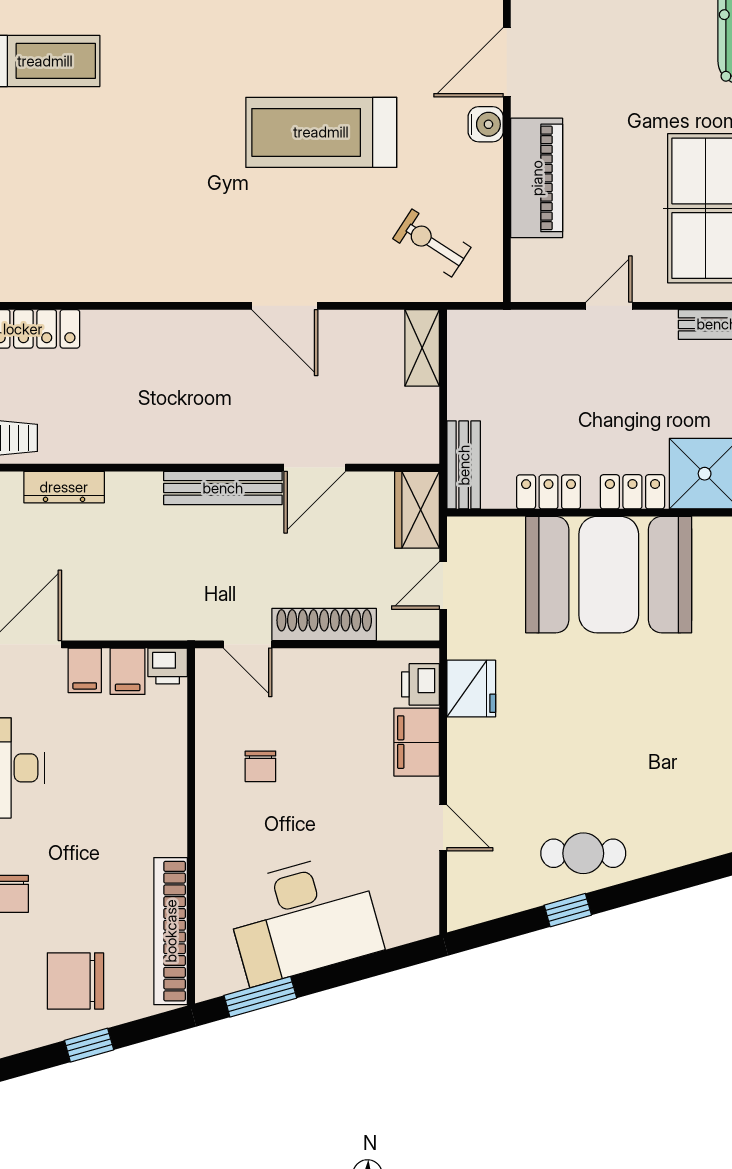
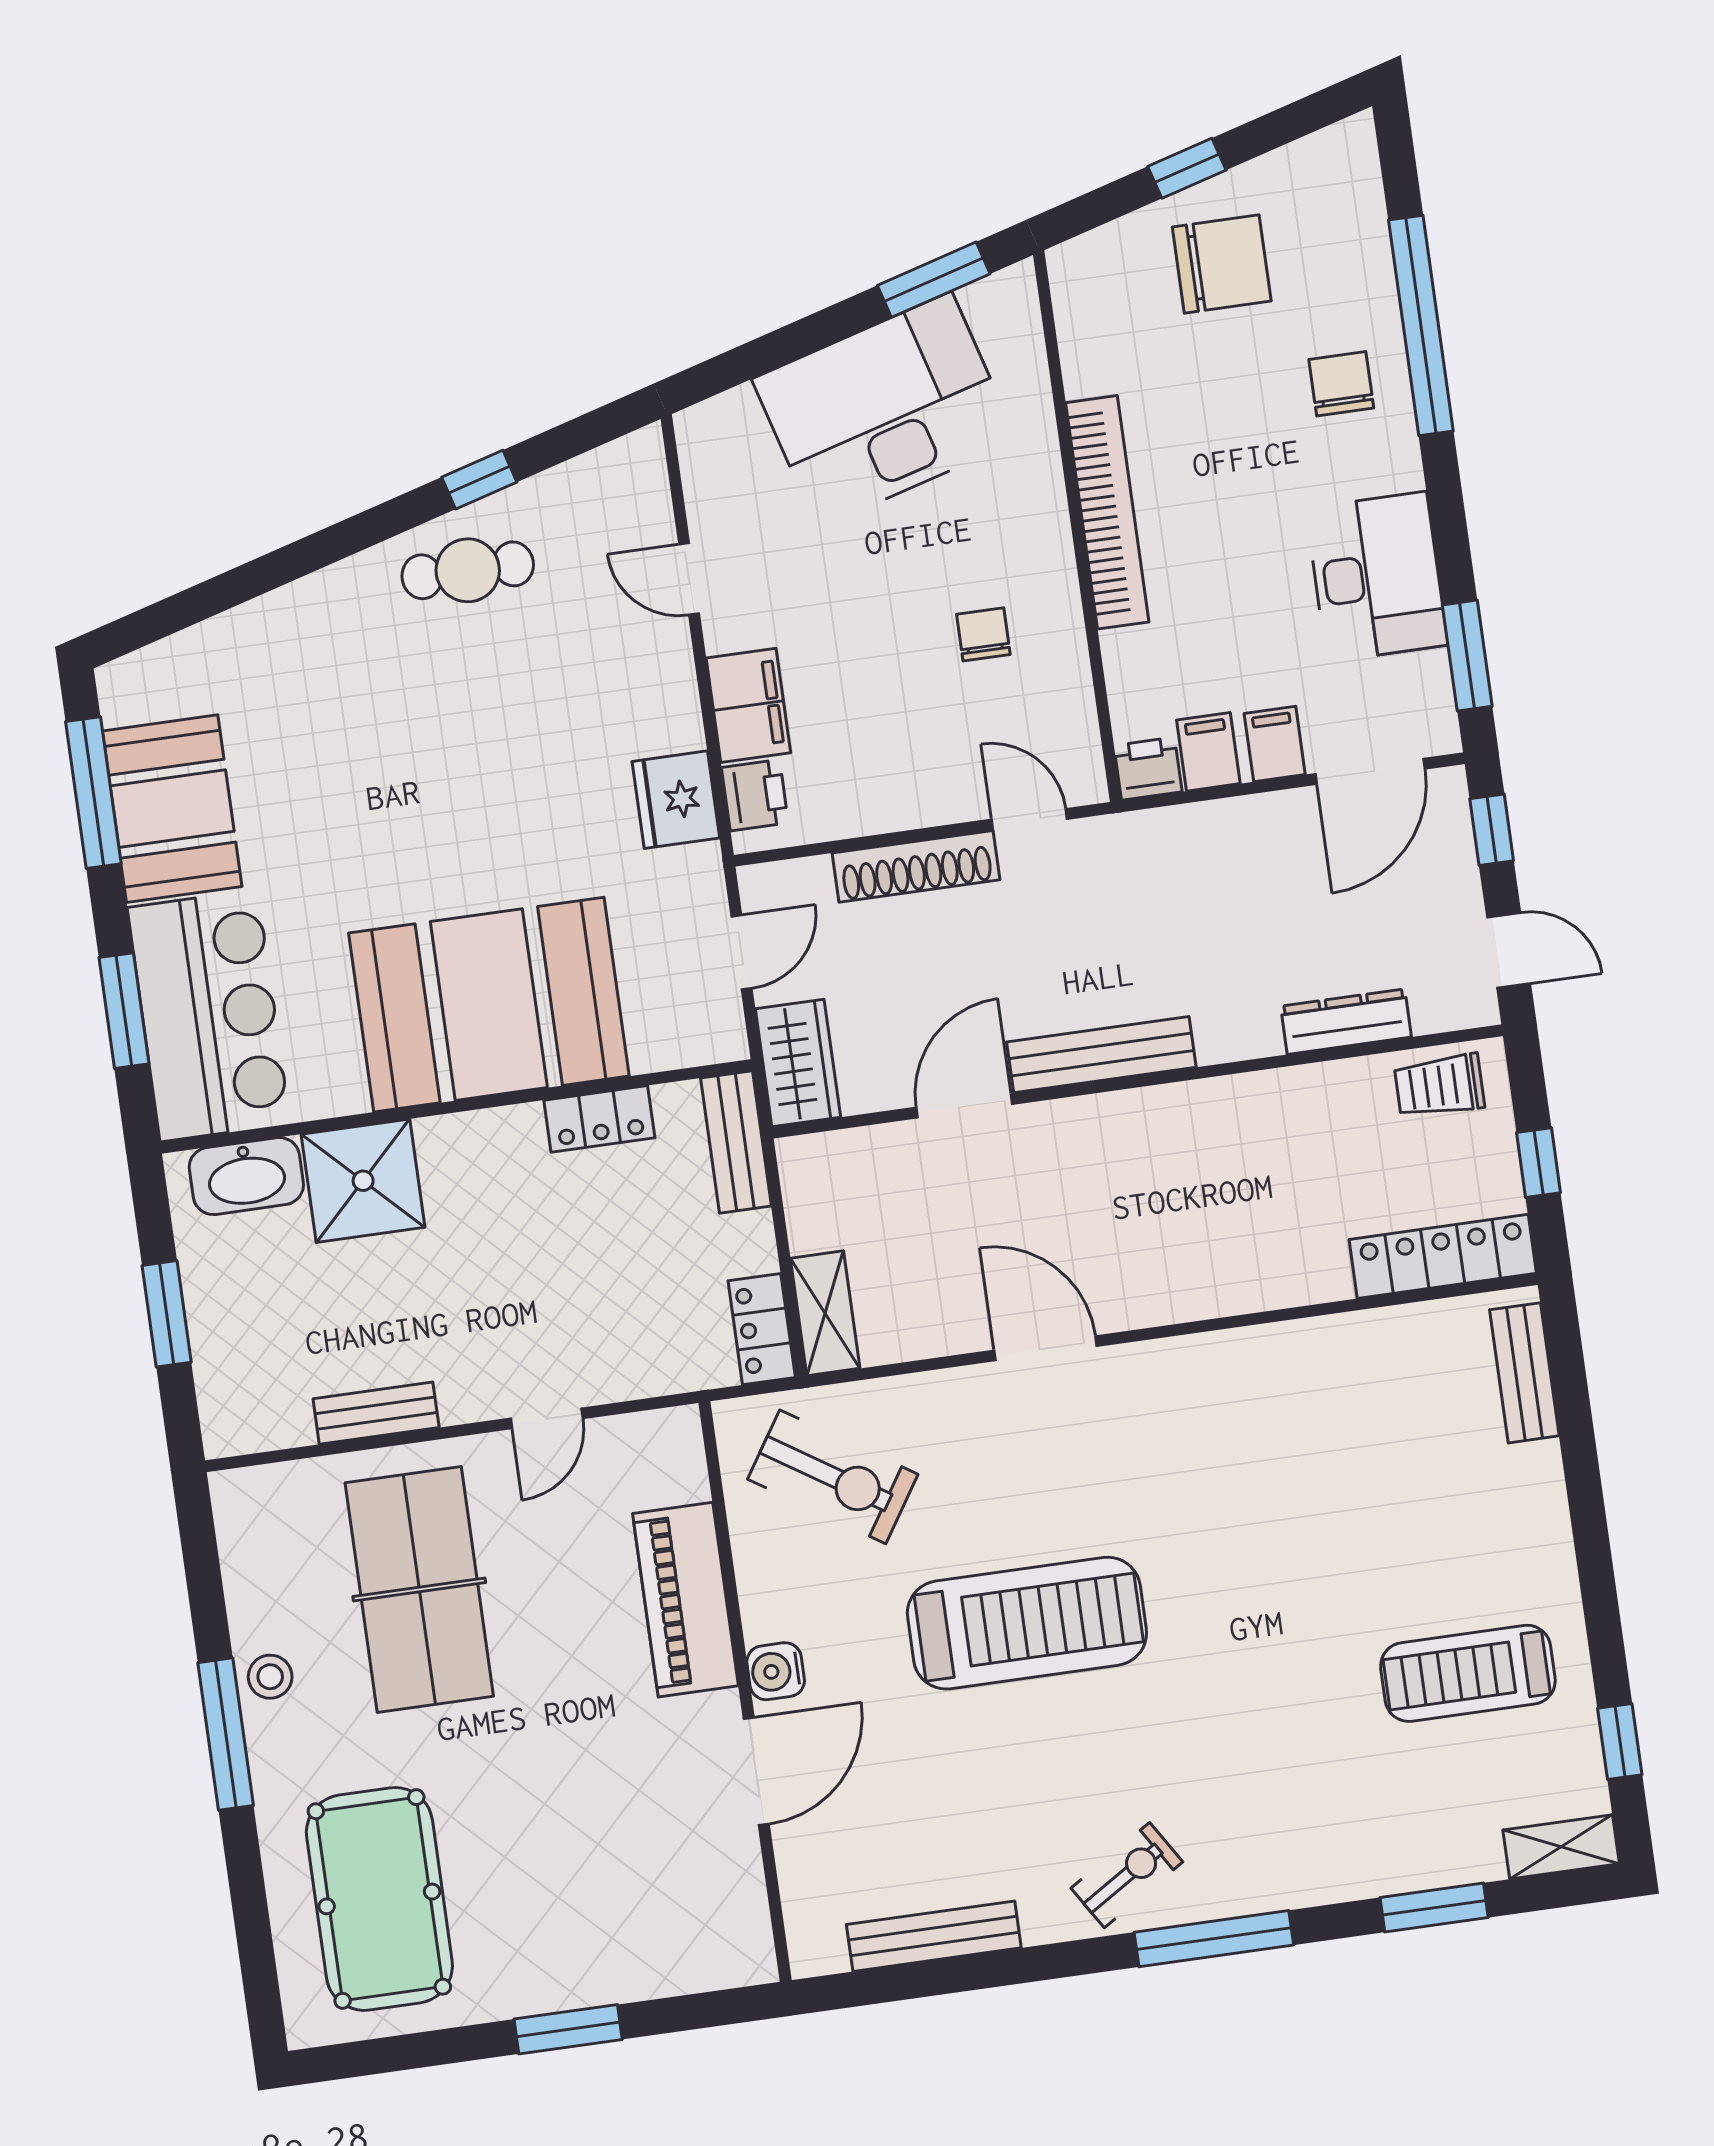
exercise bike: (432, 243) -> (833, 1477), width x1.38, depth x1.39
locker: (632, 492) -> (762, 1329), moved, turned 90
bookcase: (171, 931) -> (1107, 512), moved

